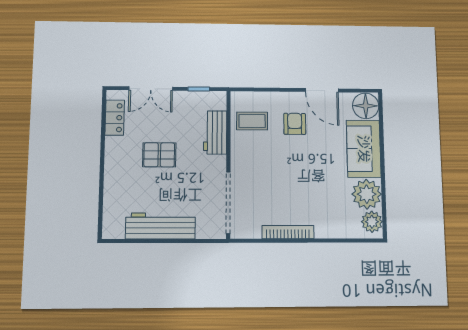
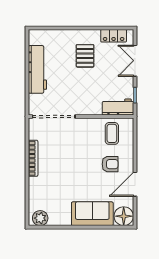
workbench: (215, 132) -> (118, 107), moved
pallet: (159, 155) -> (85, 56), moved
plant: (367, 194) -> (60, 215), removed

